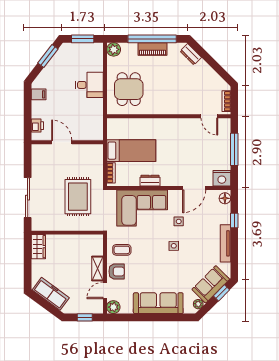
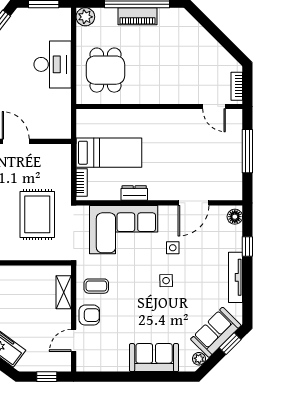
dresser: (191, 54) -> (189, 23), removed
desk: (89, 85) -> (53, 64), width x1.37
nightstand: (222, 178) -> (231, 190), removed
shelving: (97, 269) -> (64, 292), moved
sofa: (158, 303) -> (154, 358), width x0.73
plant: (113, 307) -> (85, 363), removed

